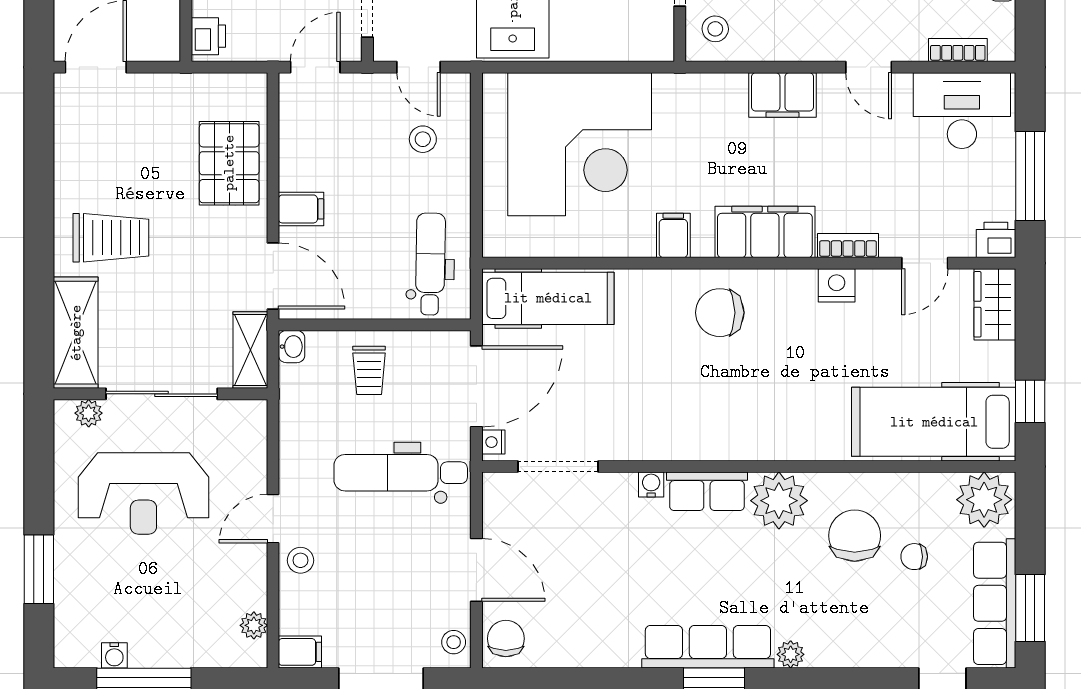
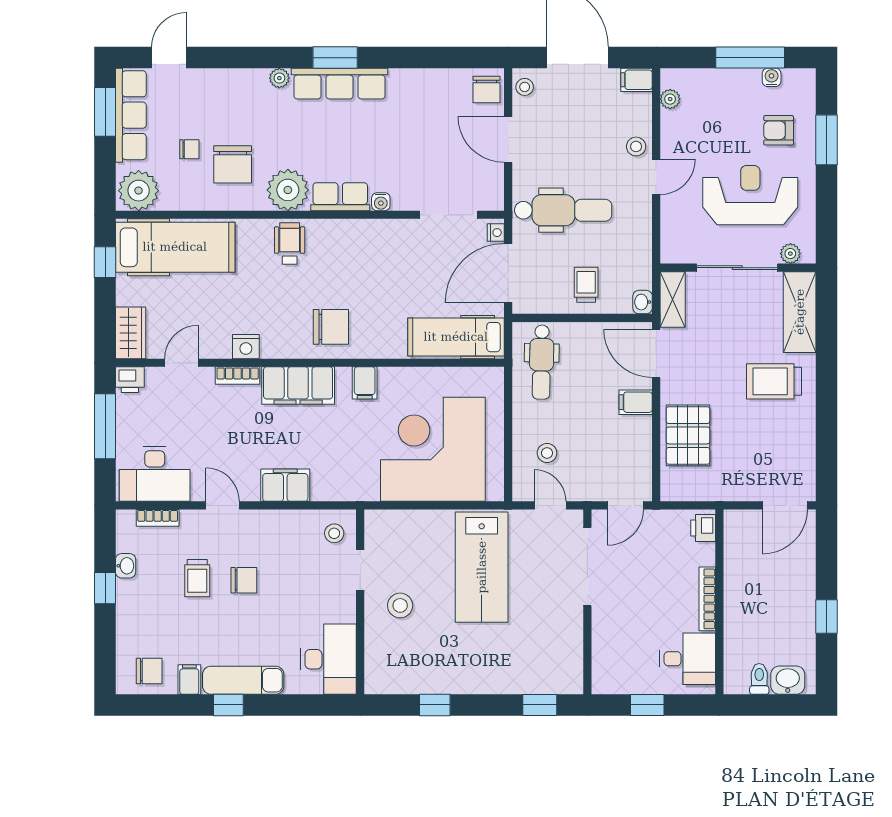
wheelchair: (776, 427) -> (290, 243), added
armchair: (105, 583) -> (779, 130), added

